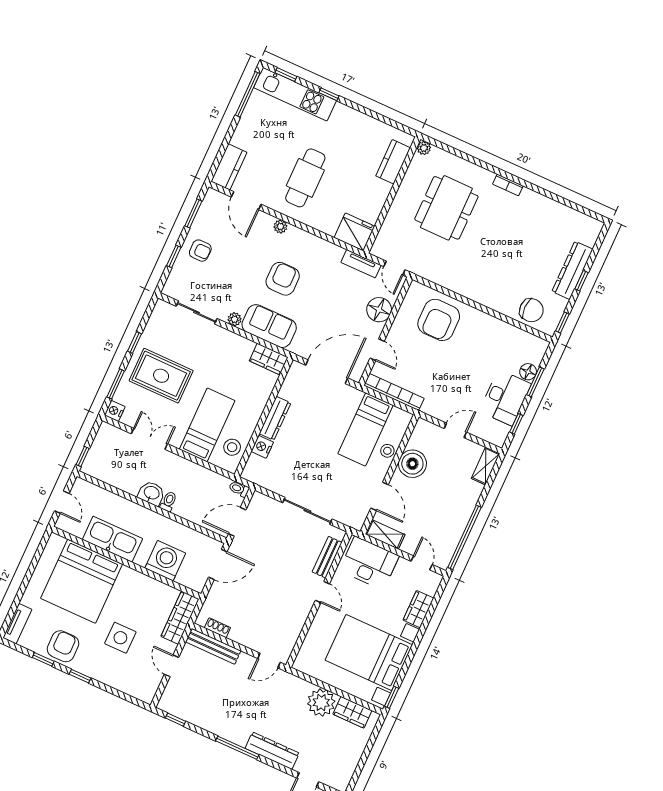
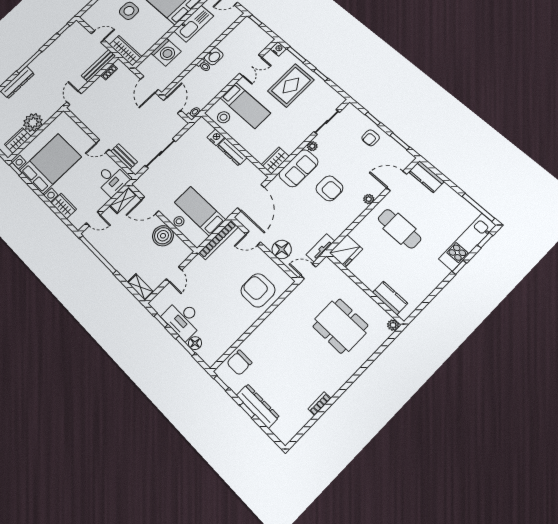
bookcase: (508, 185) -> (319, 404), moved
desk: (369, 563) -> (112, 180), width x0.73

